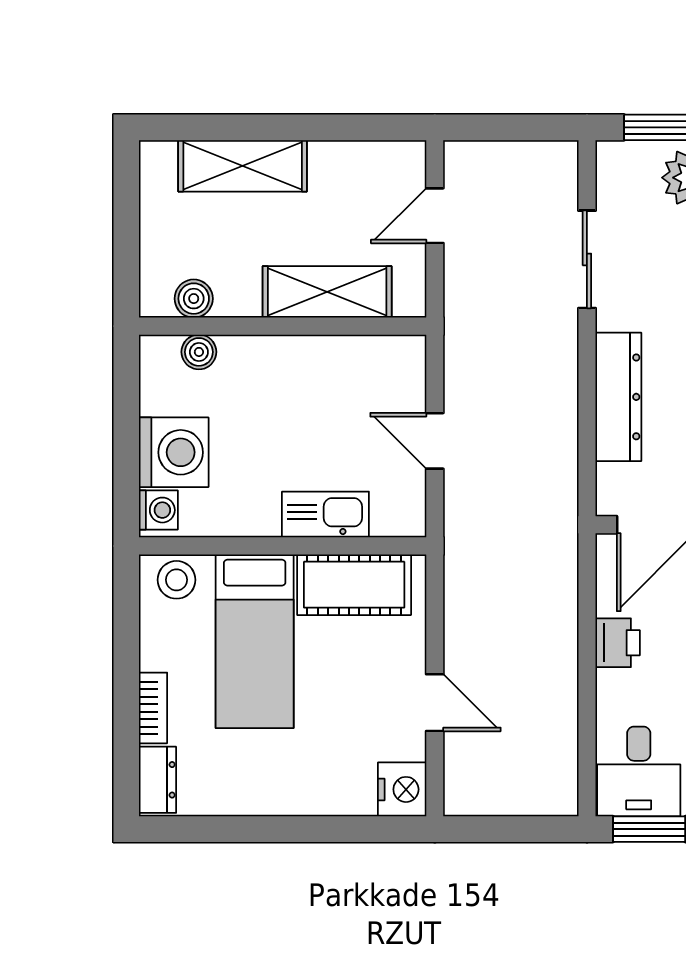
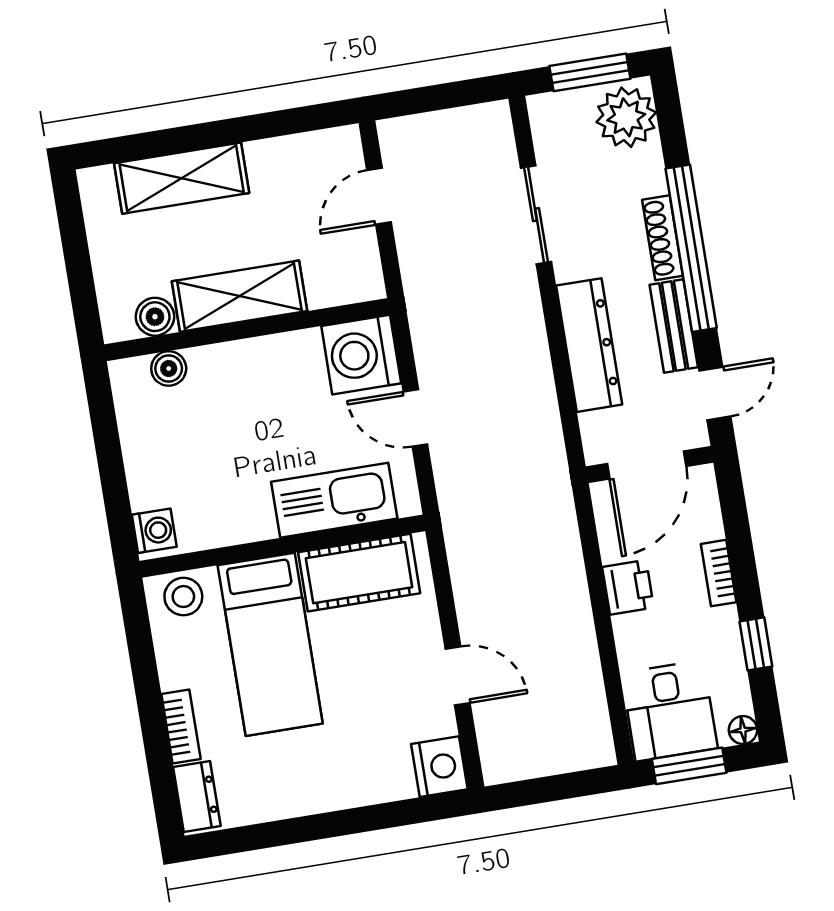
shelving: (327, 292) -> (239, 296), moved
washing machine: (174, 452) -> (361, 355), moved, turned 180
kitchen sink: (325, 515) -> (334, 500), width x1.36, depth x1.24

